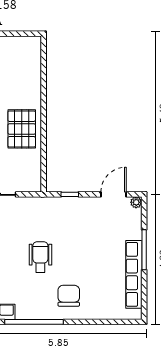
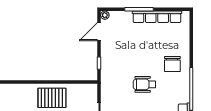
door: (113, 194) -> (99, 32), hinge flipped
chair: (69, 296) -> (172, 64), turned -90

